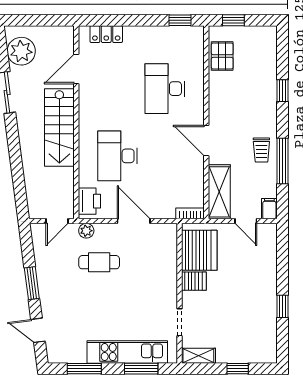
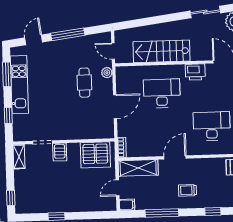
stairs: (59, 127) -> (161, 51), moved
trolley: (261, 150) -> (188, 190), moved
printer: (89, 201) -> (195, 72), moved
server rack: (194, 281) -> (60, 152), moved
window: (32, 283) -> (68, 34), width x1.44
kitchen unit: (127, 352) -> (19, 85), moved
window: (141, 369) -> (8, 115), width x0.67
window: (238, 369) -> (11, 198), moved

